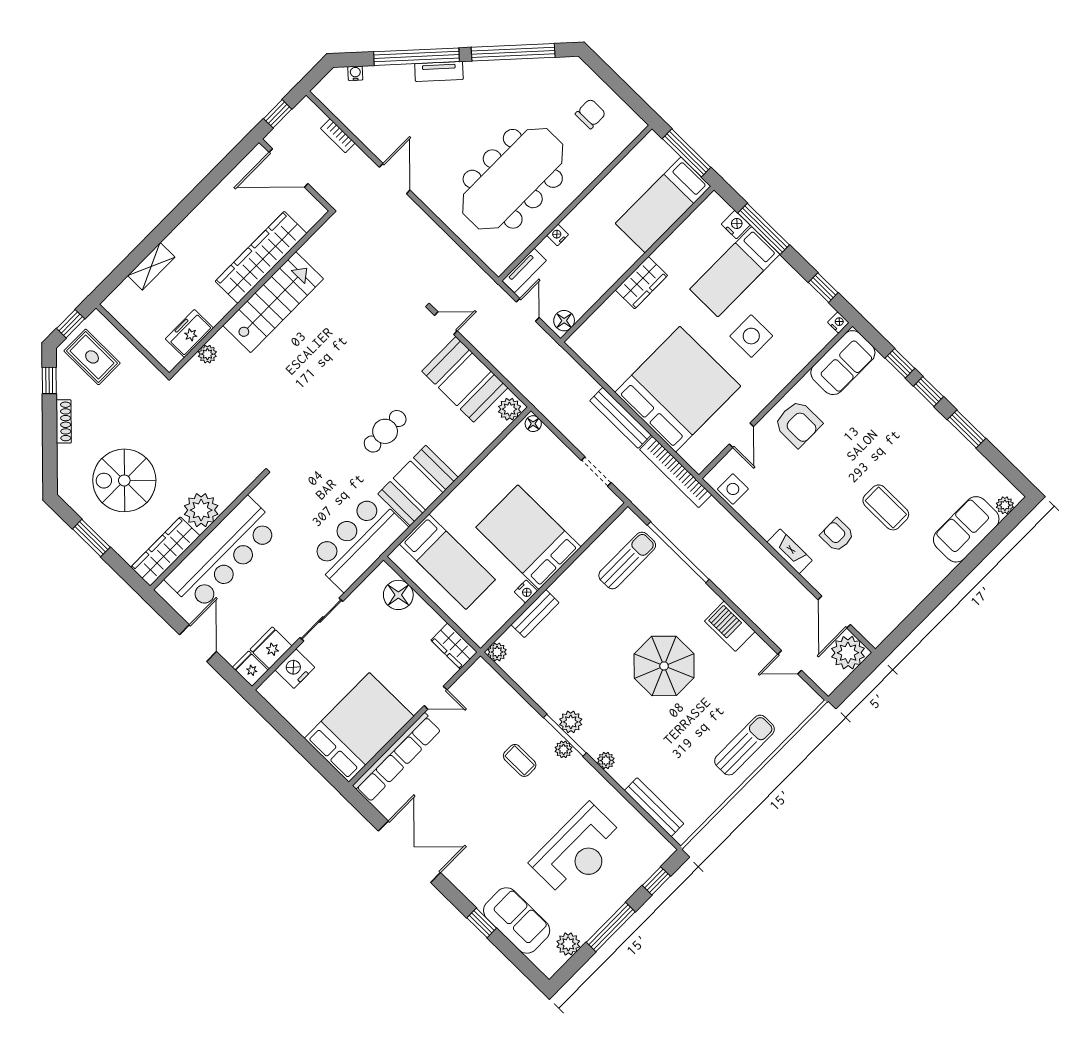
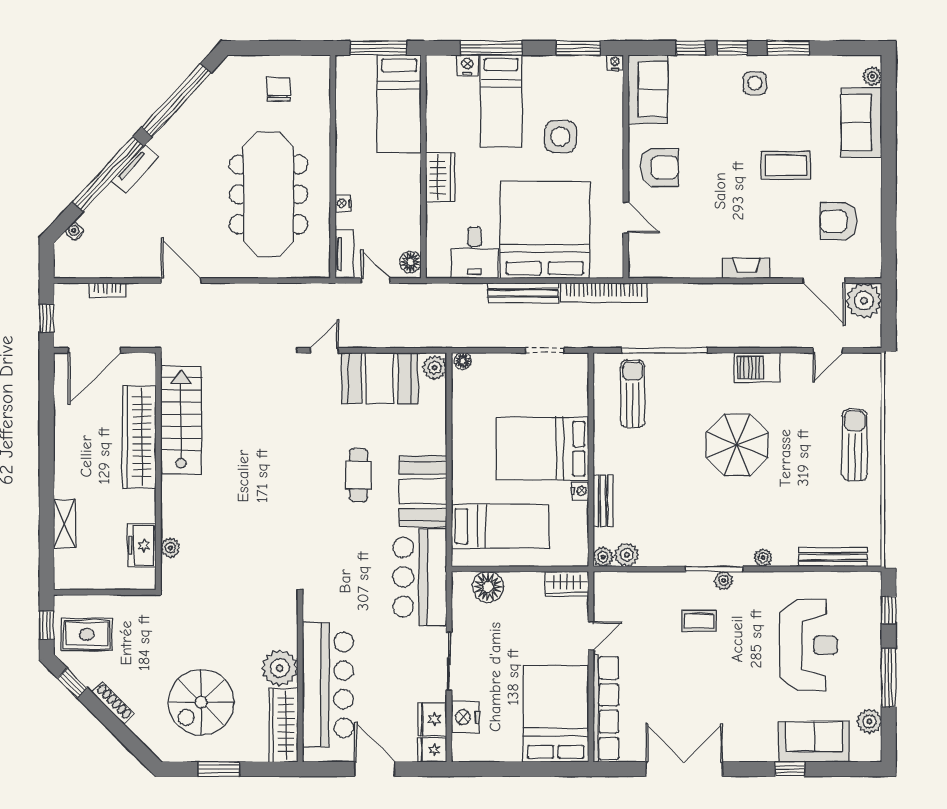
window: (823, 288) -> (578, 48), width x1.50
stairs: (273, 302) -> (181, 420), moved
desk: (614, 358) -> (475, 253), added
side table: (733, 489) -> (755, 83), moved
armchair: (837, 535) -> (839, 221), moved, width x1.38, depth x1.38
plant: (571, 722) -> (627, 555), moved

